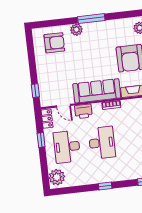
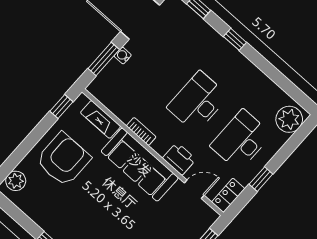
door: (64, 106) -> (194, 189), hinge flipped
desk: (67, 147) -> (241, 140), turned 180
window: (105, 186) -> (235, 39), moved

